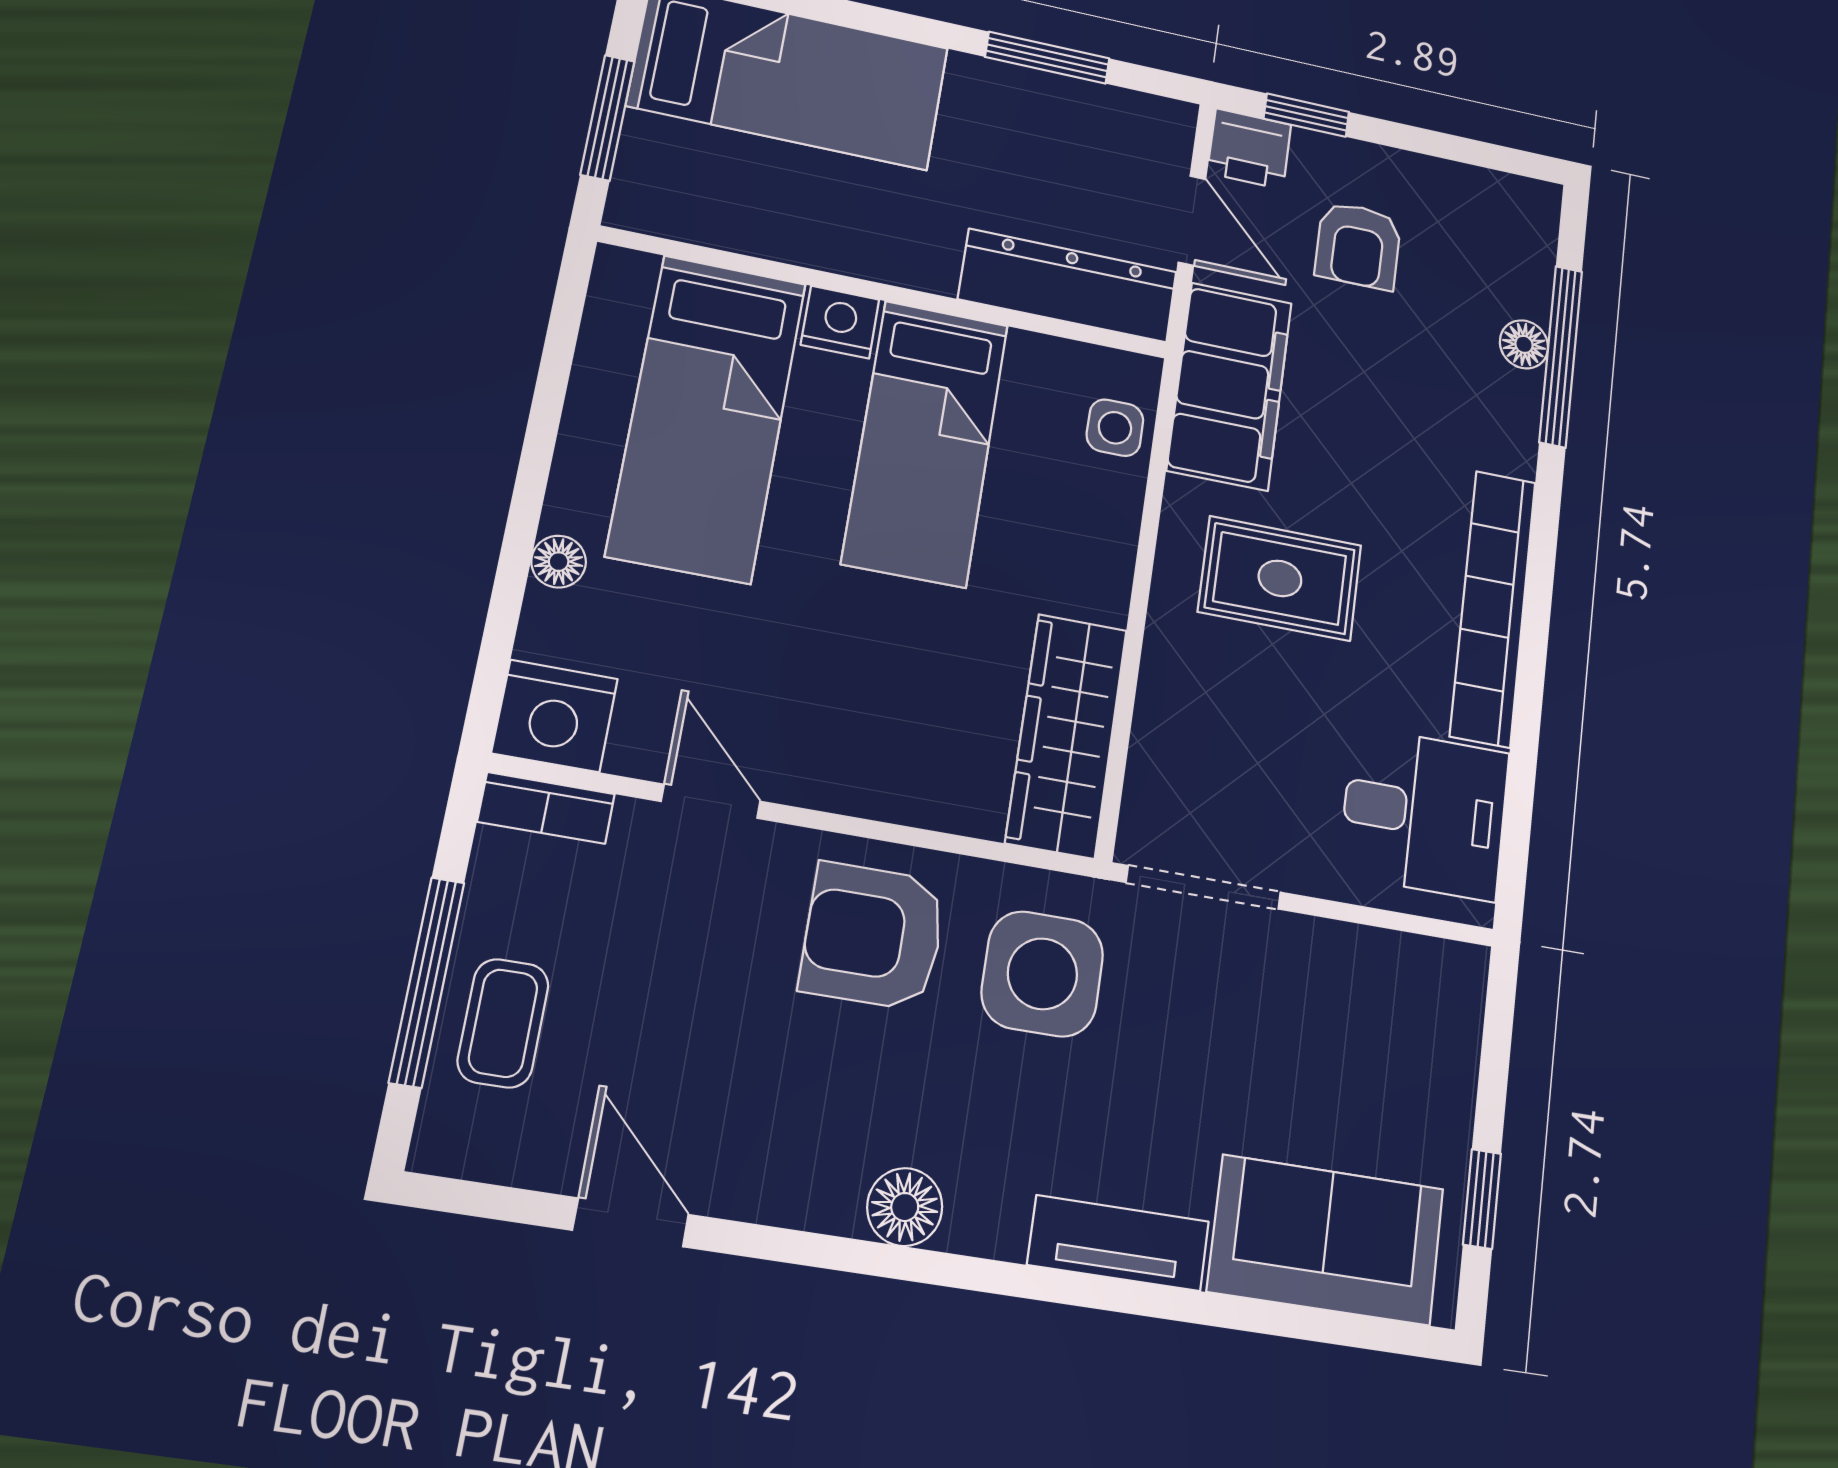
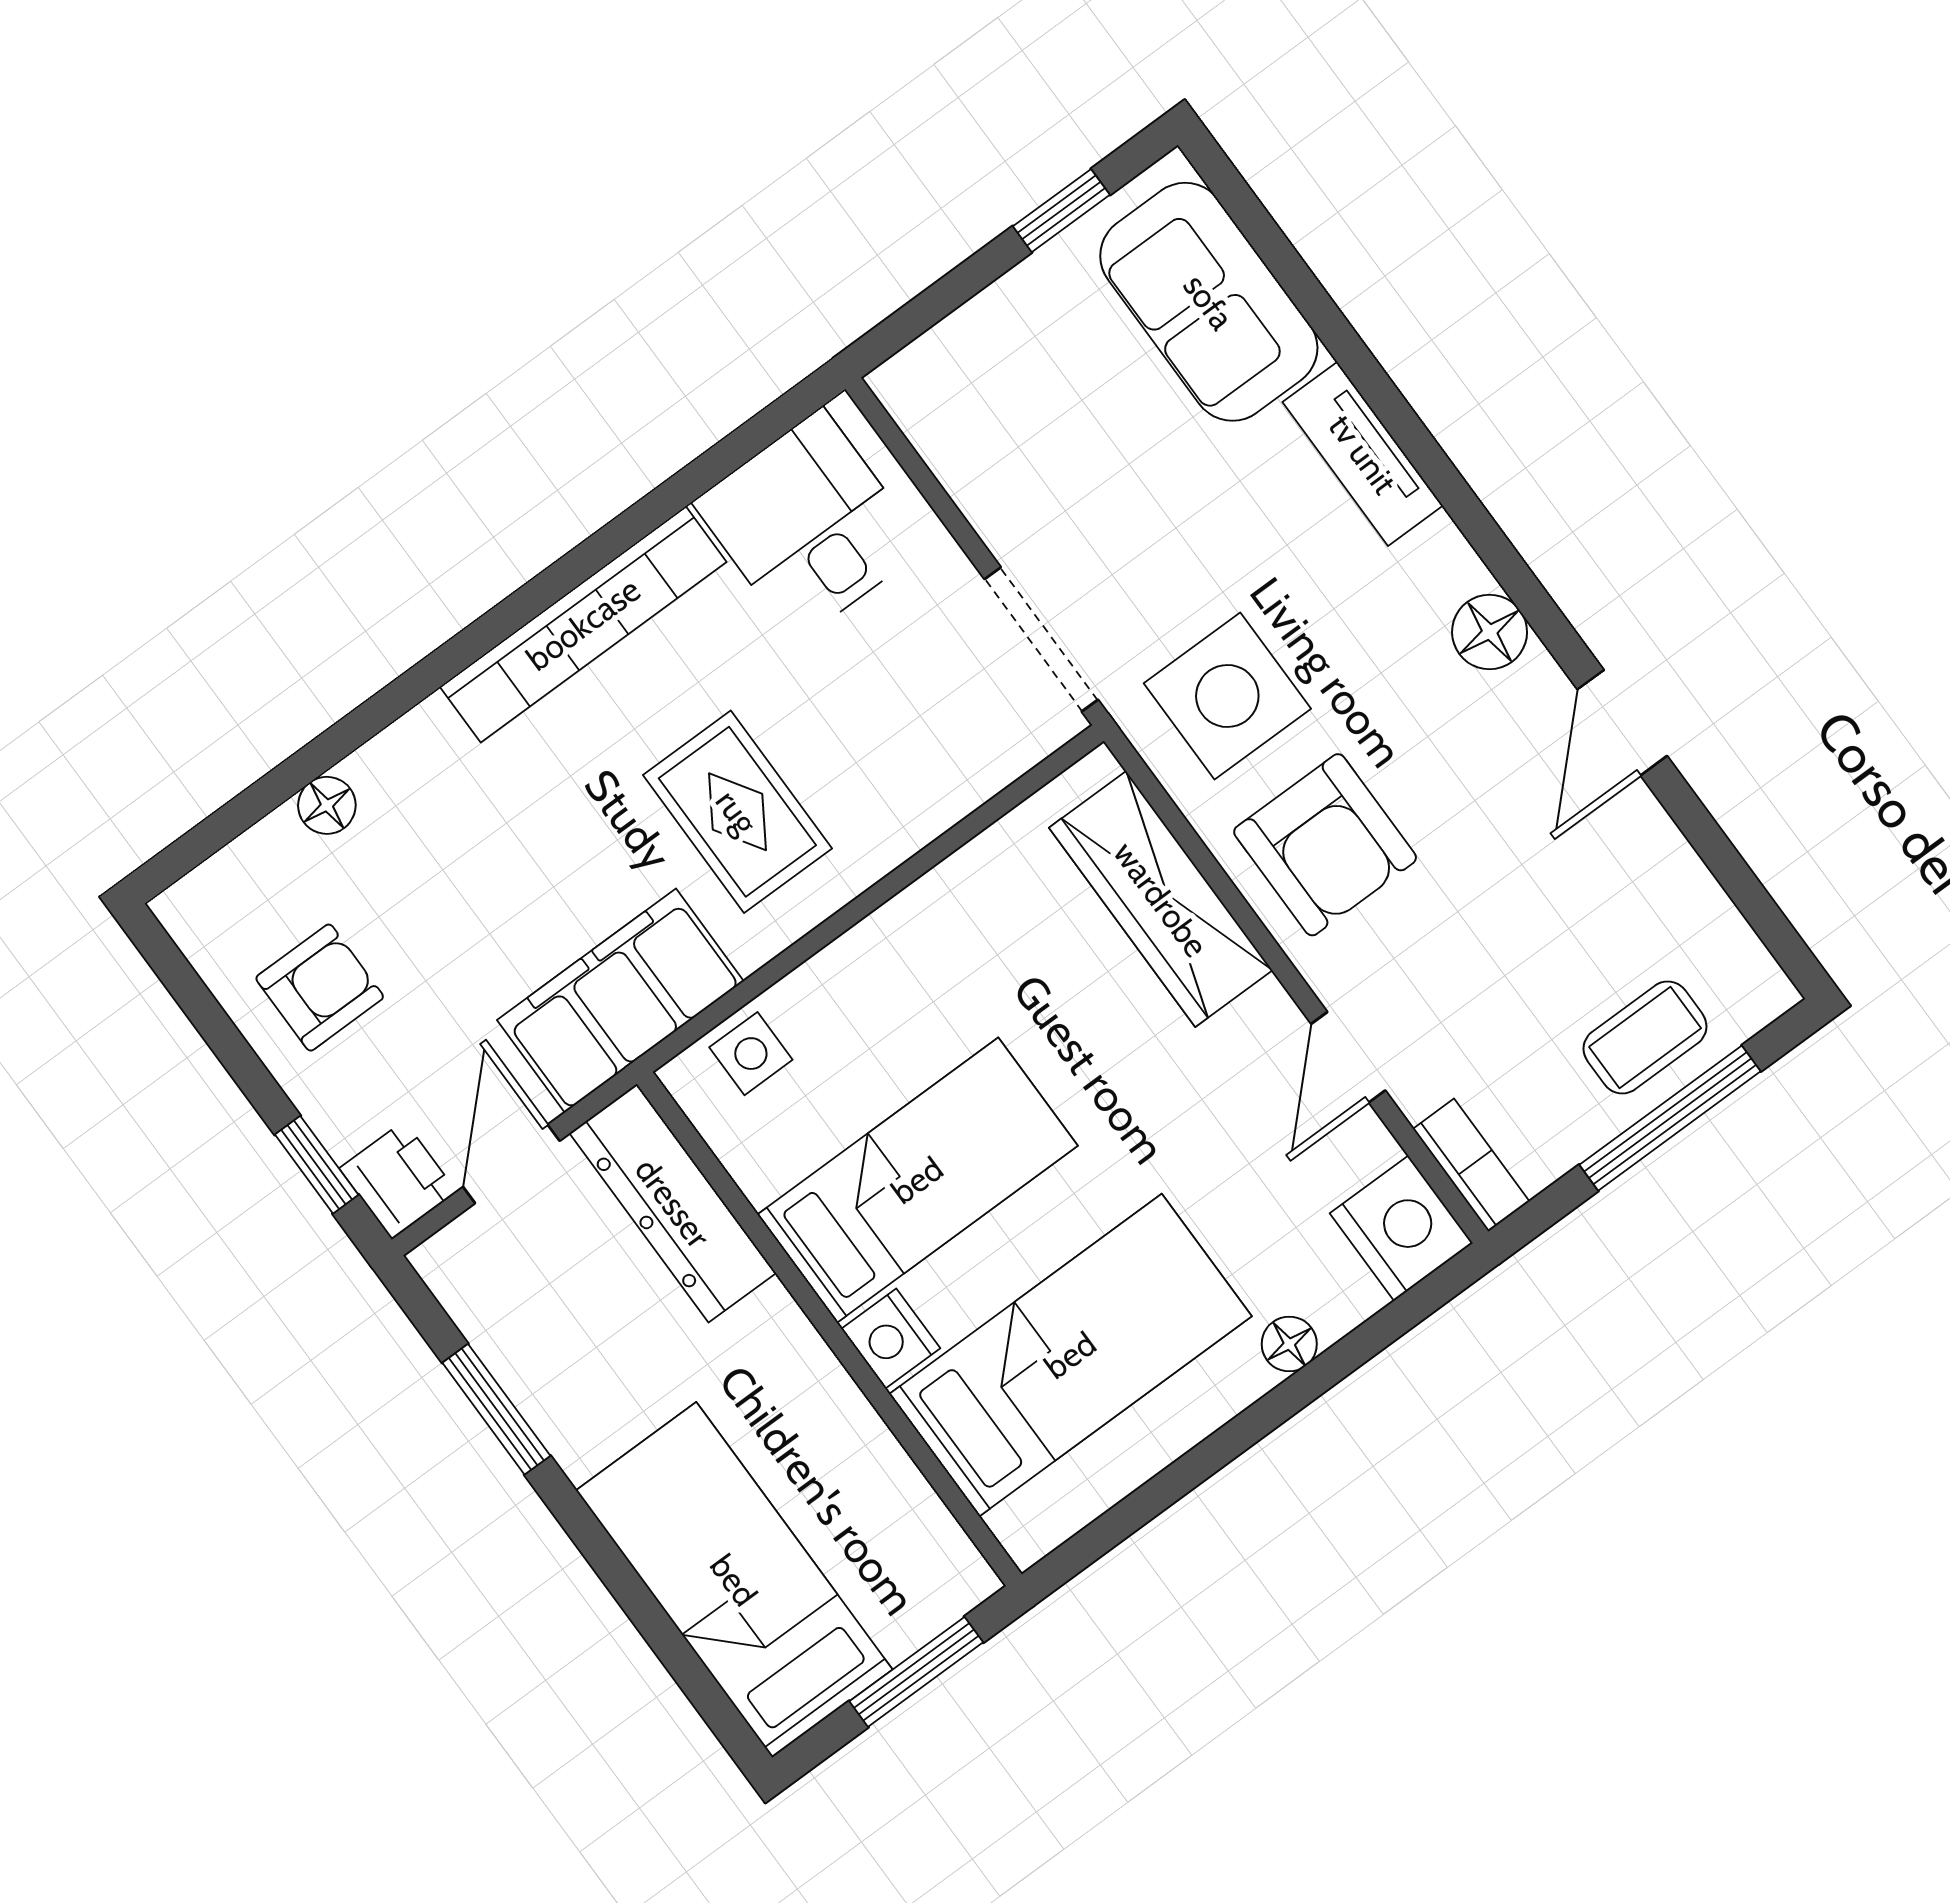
armchair: (1358, 246) -> (320, 988), moved
window: (1561, 356) -> (305, 766), removed
wardrobe: (1066, 735) -> (1161, 899), moved, turned 90
door: (631, 1222) -> (1622, 723), moved

